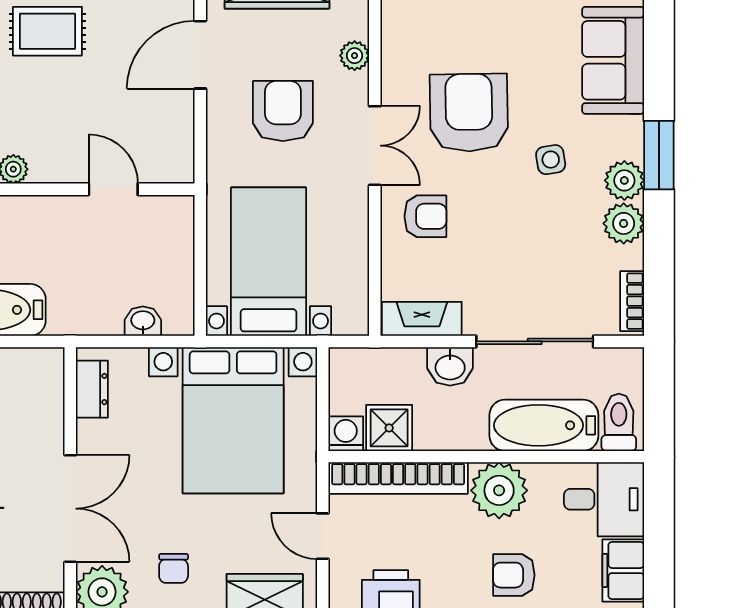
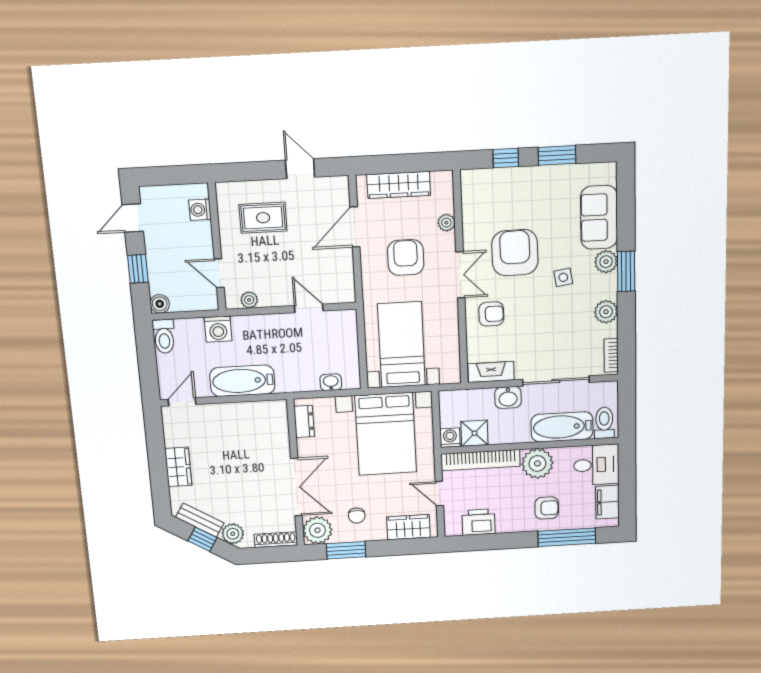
plant: (624, 180) -> (606, 262), moved
armchair: (514, 575) -> (547, 508), turned 180

